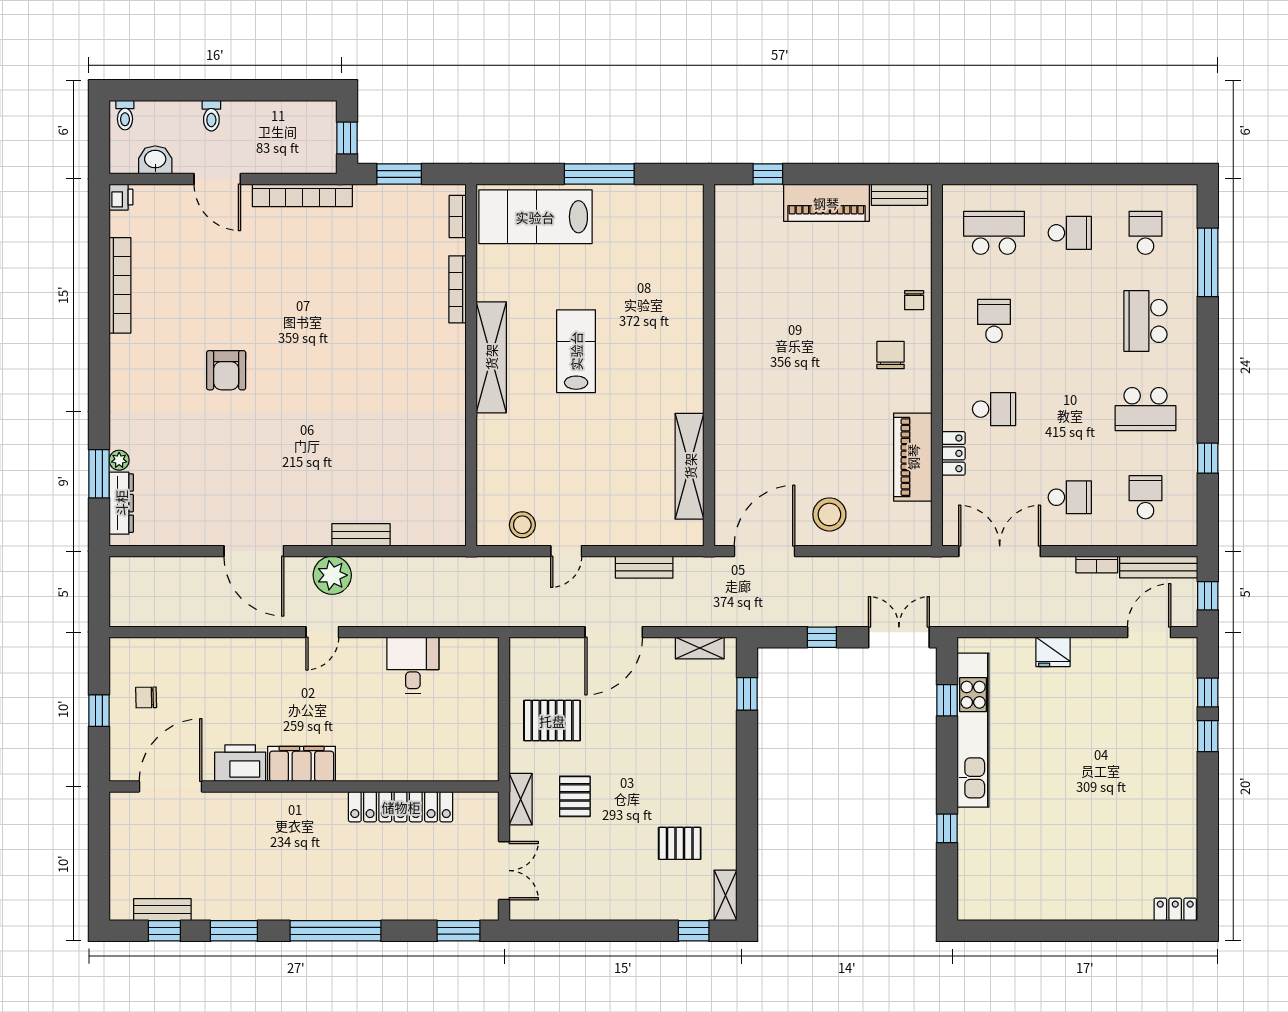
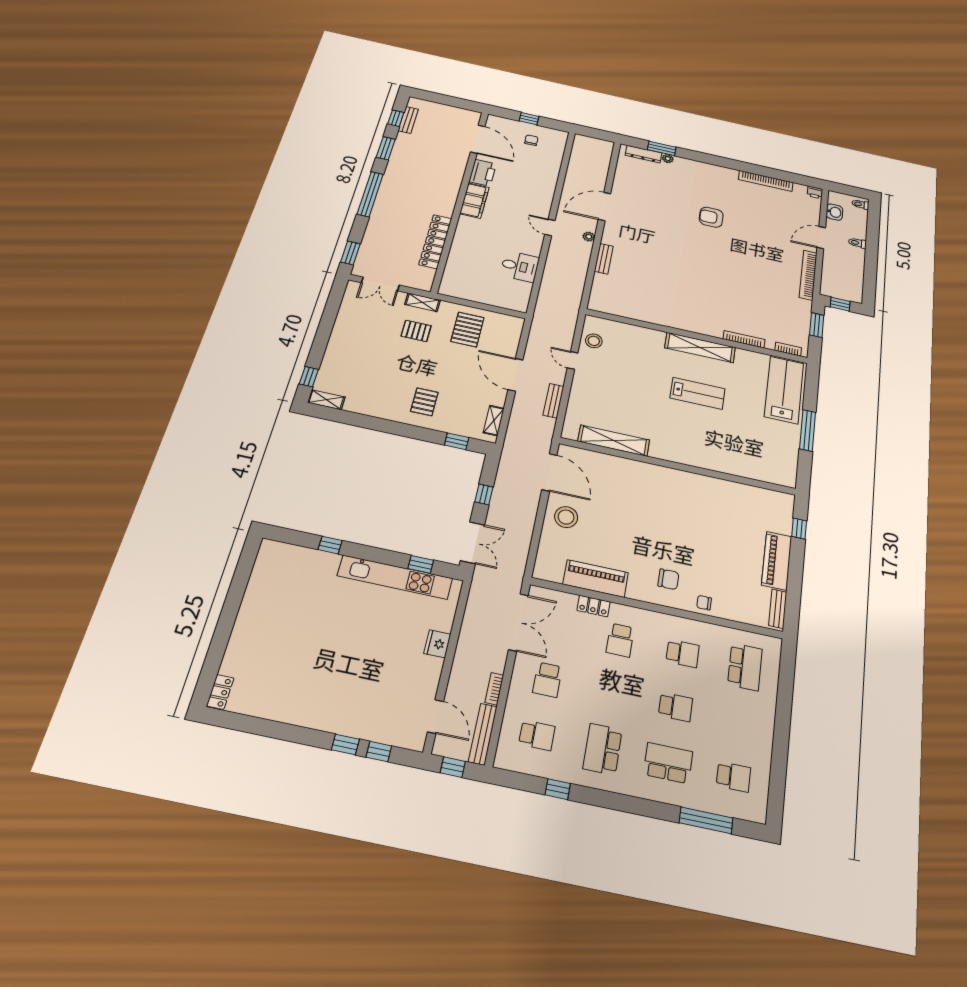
school desk: (1070, 233) -> (676, 707), moved, turned -90
plant: (332, 575) -> (589, 237), width x0.53, depth x0.53
pallet: (680, 843) -> (424, 402), moved

